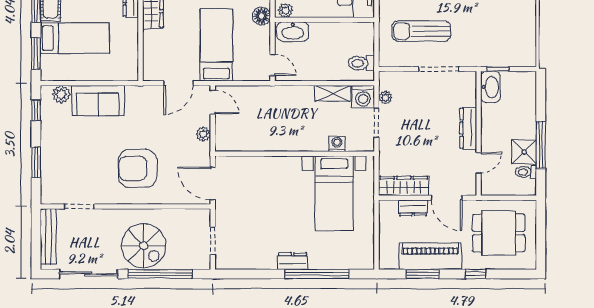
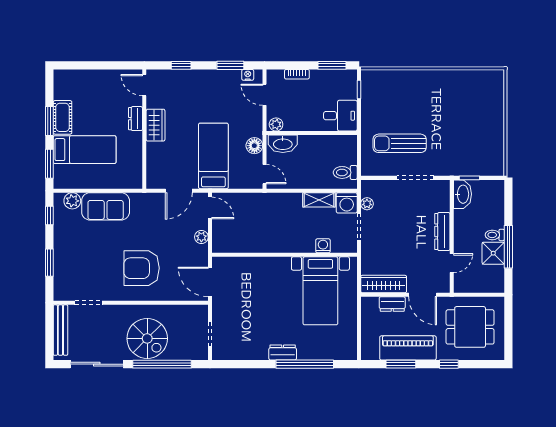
floor lamp: (261, 16) -> (254, 146), moved
toilet: (526, 172) -> (495, 235), moved

